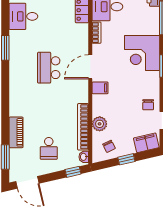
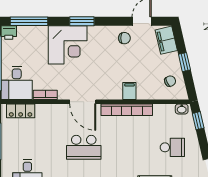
filing cabinet: (100, 88) -> (129, 91), moved
plant: (100, 124) -> (145, 92), removed
bookcase: (83, 127) -> (127, 110), moved

